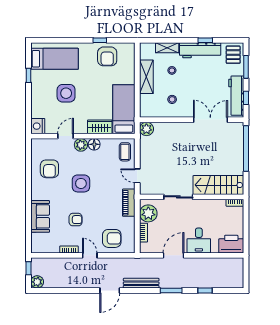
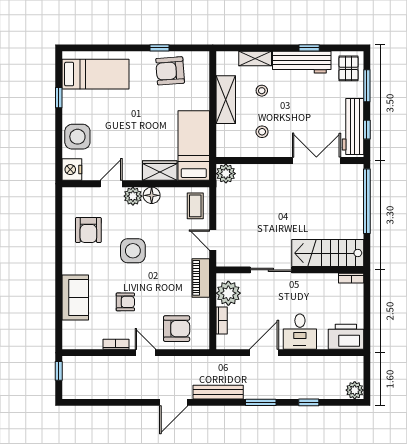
armchair: (107, 56) -> (170, 71), turned 86
side table: (66, 93) -> (77, 137), moved
plant: (37, 282) -> (355, 390), moved

